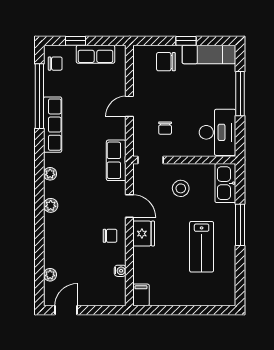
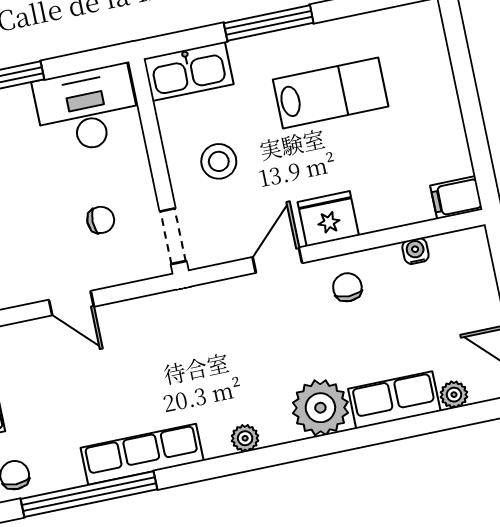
row of seats: (116, 160) -> (394, 400), moved, turned 180
plant: (51, 205) -> (320, 408), width x1.88, depth x1.88

